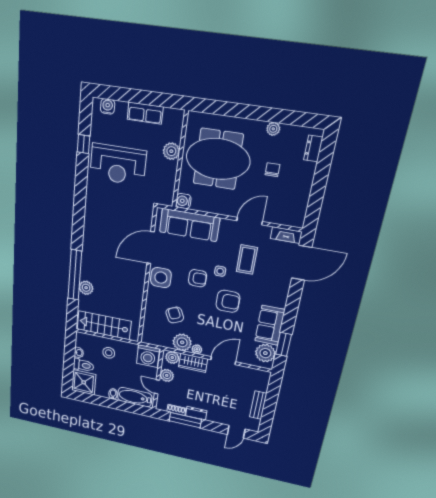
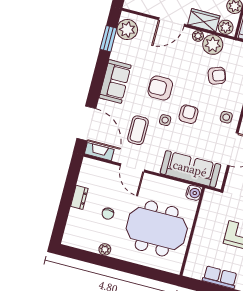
dresser: (313, 148) -> (79, 197), moved
plant: (171, 151) -> (200, 240), removed
door: (250, 221) -> (132, 168), hinge flipped
door: (302, 263) -> (86, 123), swing flipped
side table: (161, 278) -> (226, 117), width x0.54, depth x0.54
armchair: (198, 278) -> (189, 114), turned 90
armchair: (175, 315) -> (217, 76), turned -85
sofa: (270, 325) -> (115, 82), moved

